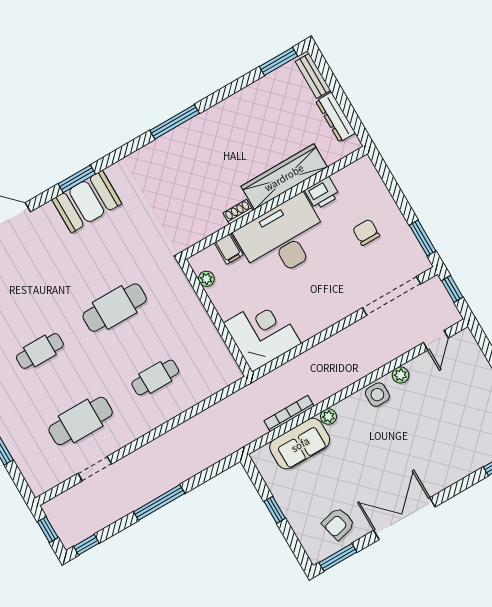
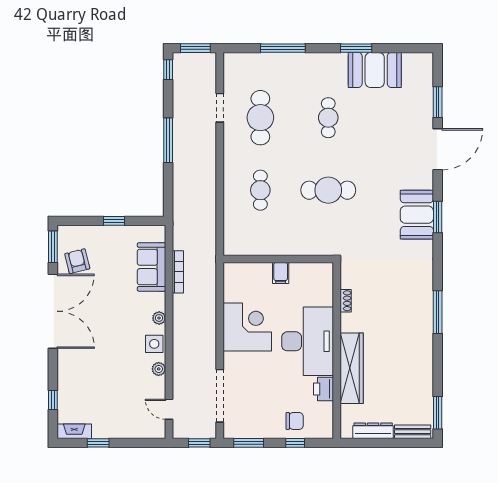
window: (395, 190) -> (295, 443), added
shoe rack: (238, 212) -> (346, 301), moved
chair: (366, 232) -> (295, 421), moved
filing cabinet: (229, 249) -> (281, 273), moved, turned -90
plant: (206, 279) -> (310, 269), removed
cafe table: (115, 308) -> (328, 190), turned 90
corner desk: (262, 333) -> (247, 327), moved, turned -90
plant: (328, 417) -> (159, 318), moved
double door: (404, 519) -> (53, 311), width x1.36
window: (48, 530) -> (195, 48), width x1.50

